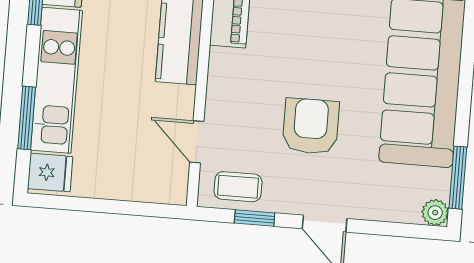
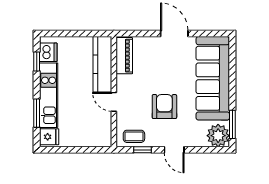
door: (197, 142) -> (114, 102), moved
plant: (435, 213) -> (218, 136), width x1.88, depth x1.88

